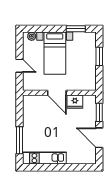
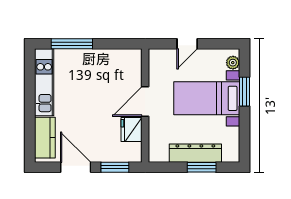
window: (76, 29) -> (244, 92), moved
dresser: (90, 60) -> (195, 153), added
door: (99, 138) -> (76, 167), hinge flipped
kitchen counter: (80, 158) -> (45, 138), added

